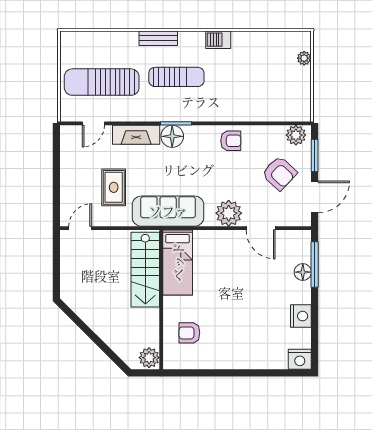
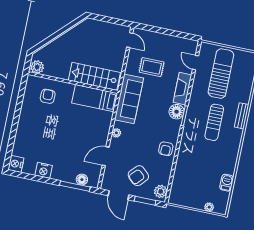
barbecue: (218, 40) -> (227, 183), moved
plant: (229, 213) -> (116, 133), width x0.53, depth x0.53
floor lamp: (303, 272) -> (82, 180), moved

